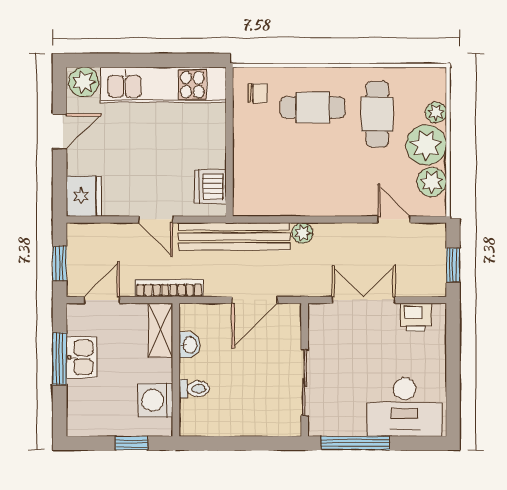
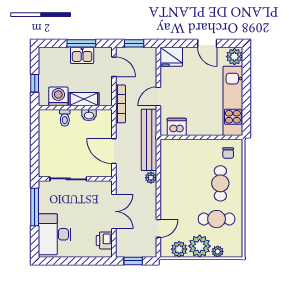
shelving: (160, 330) -> (84, 99), moved

